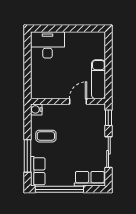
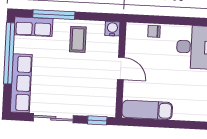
chair: (37, 77) -> (154, 31), added
door: (78, 101) -> (121, 69), moved
row of seats: (90, 179) -> (21, 83), width x1.48

